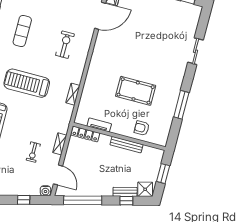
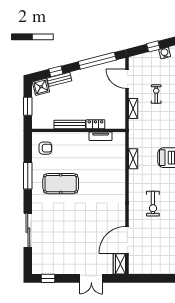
sliding door: (196, 51) -> (28, 230), width x1.37
pool table: (136, 91) -> (61, 184), moved
armchair: (142, 128) -> (45, 148), moved
locker: (85, 134) -> (95, 124), moved, width x0.66
water cooler: (45, 191) -> (165, 53), moved

